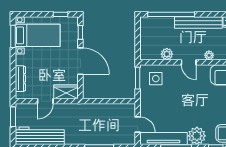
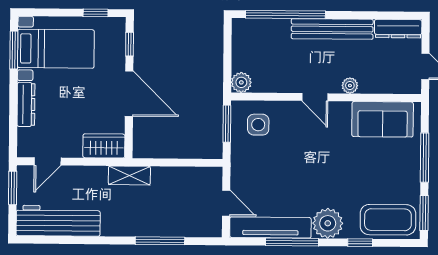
plant: (167, 54) -> (241, 82), moved
dresser: (20, 79) -> (26, 104), moved
door: (45, 101) -> (48, 161), moved
shelving: (81, 109) -> (129, 175), added

